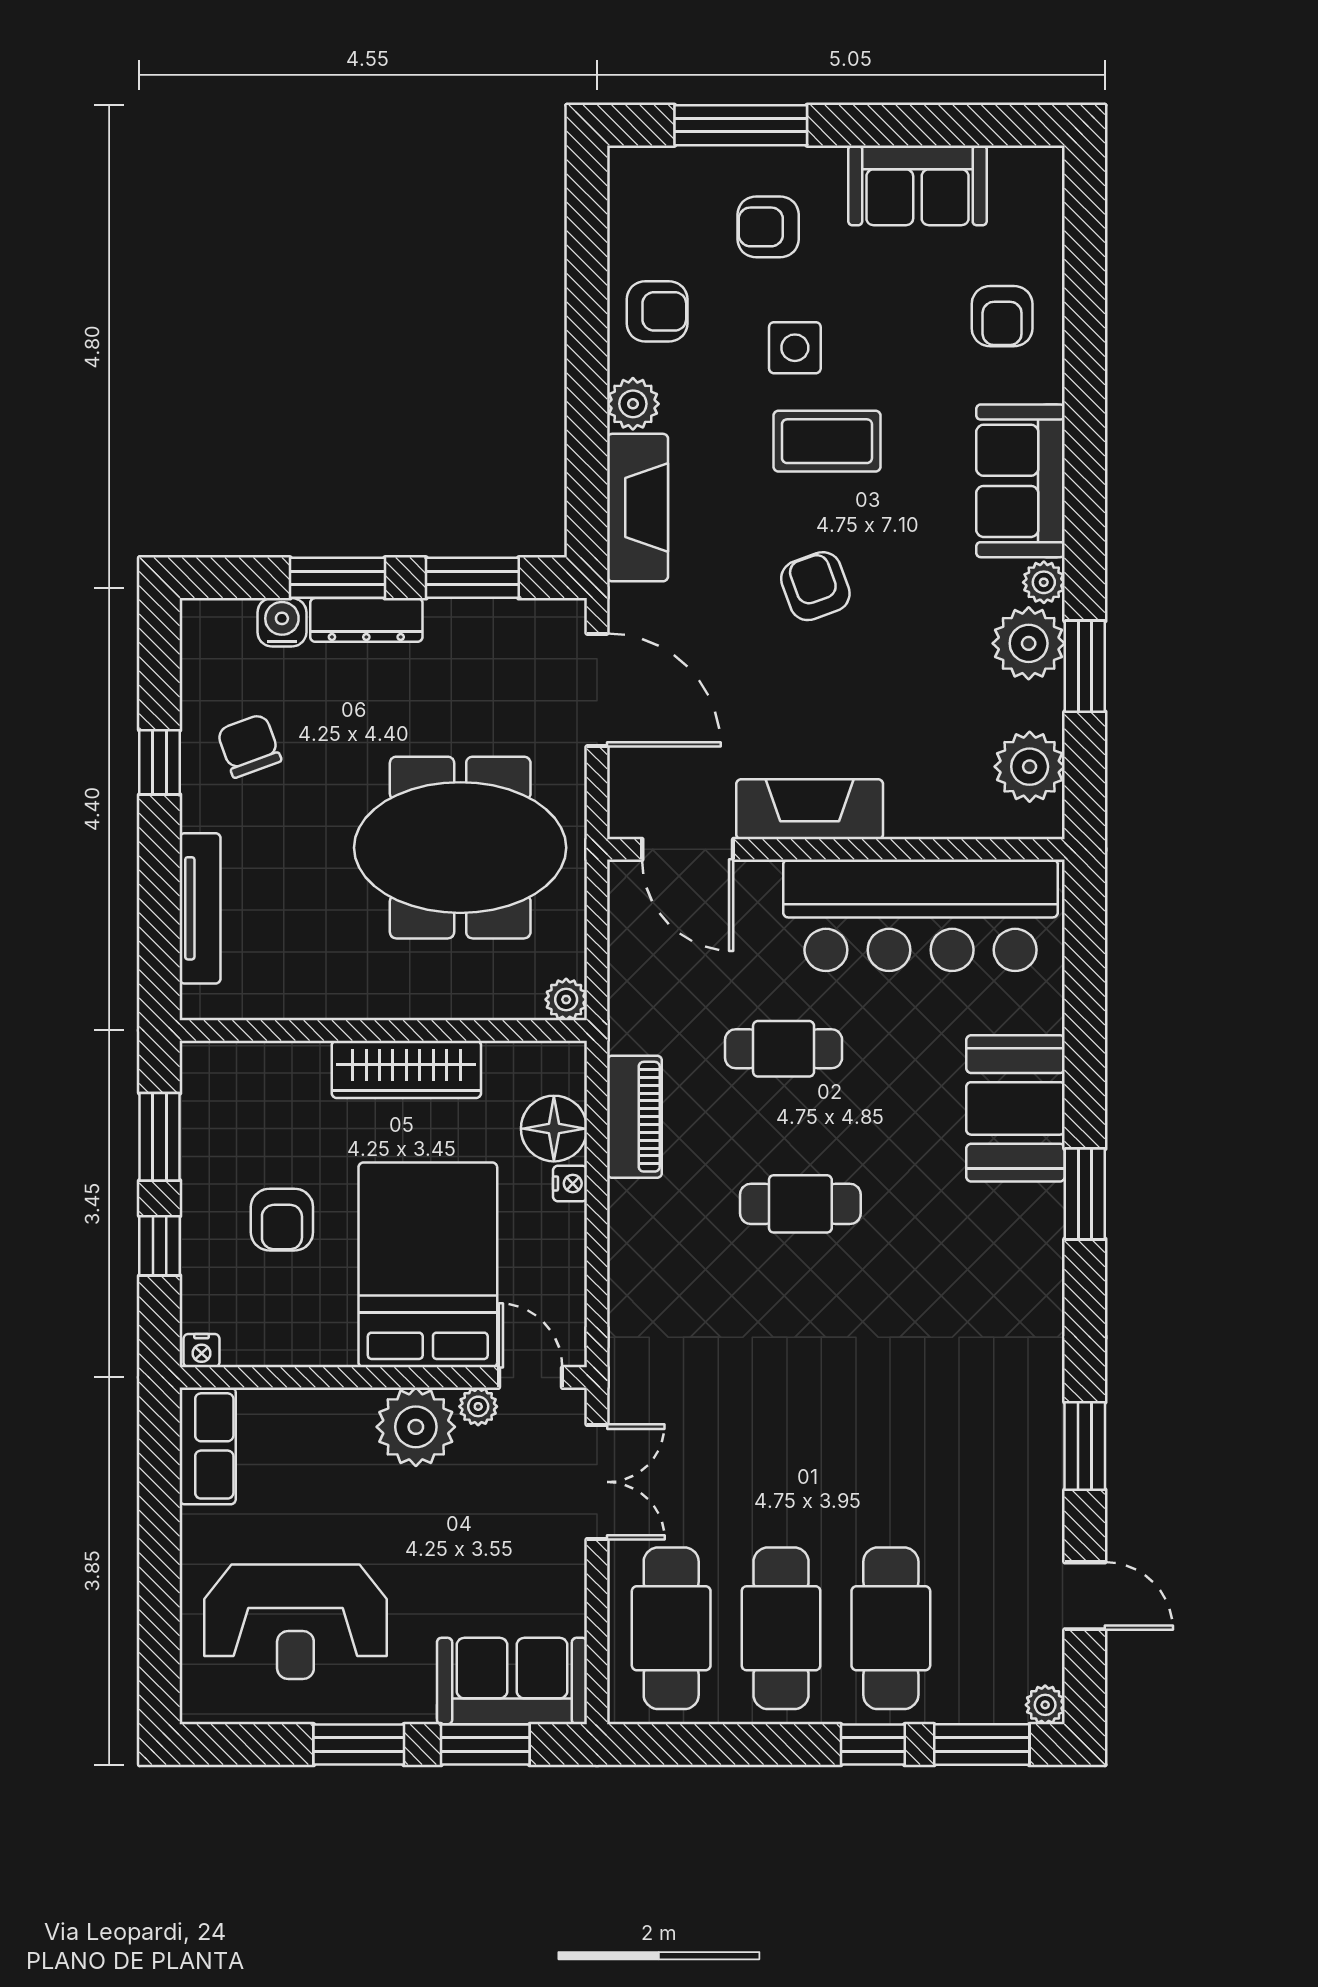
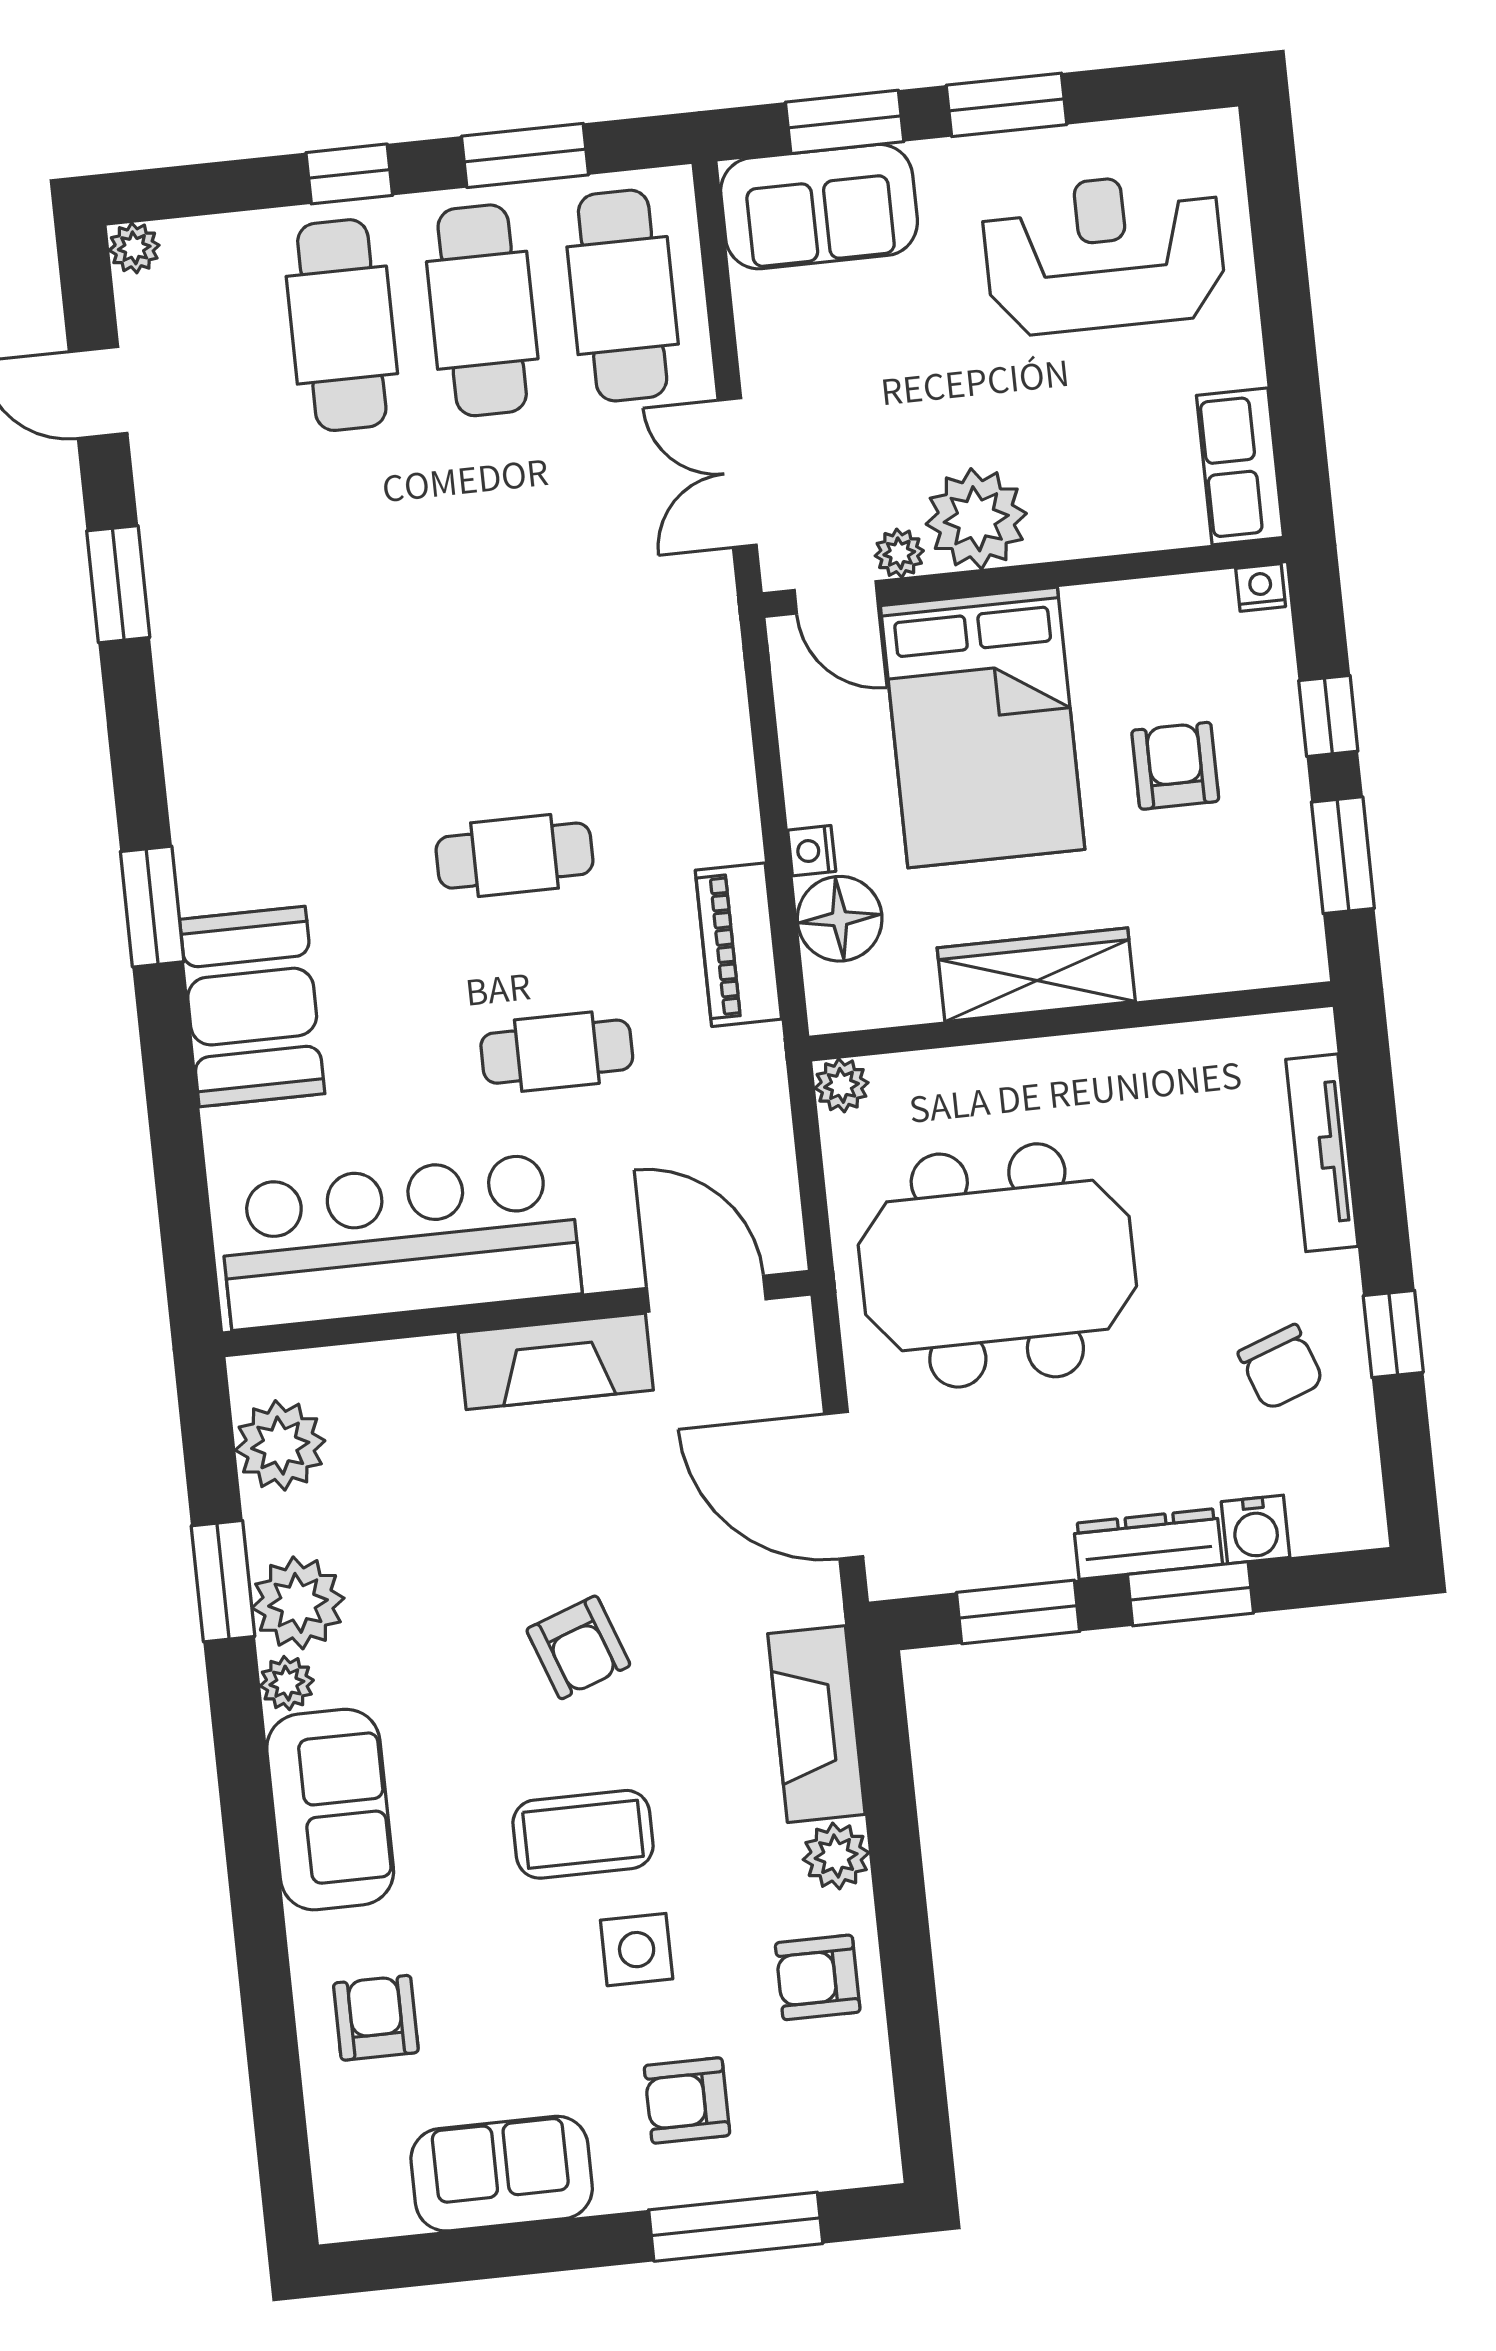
armchair: (768, 227) -> (687, 2100), turned 180
window: (982, 1745) -> (525, 155), moved

